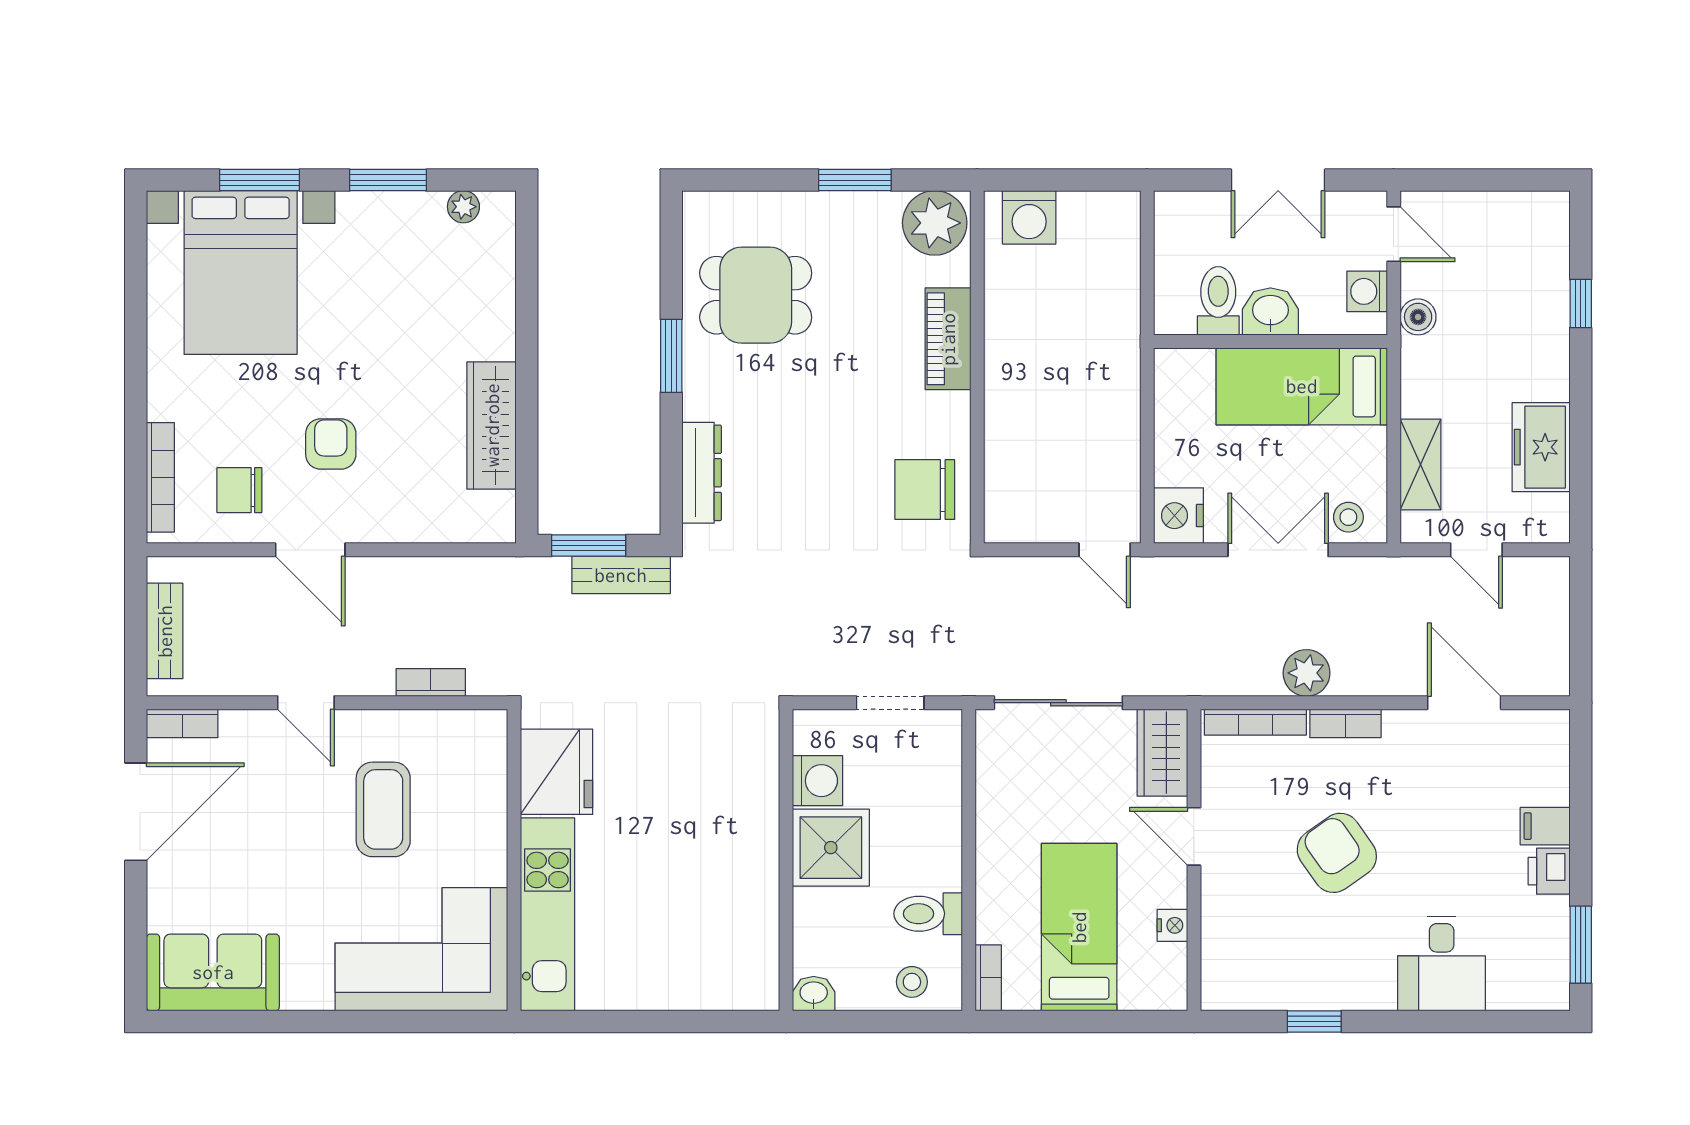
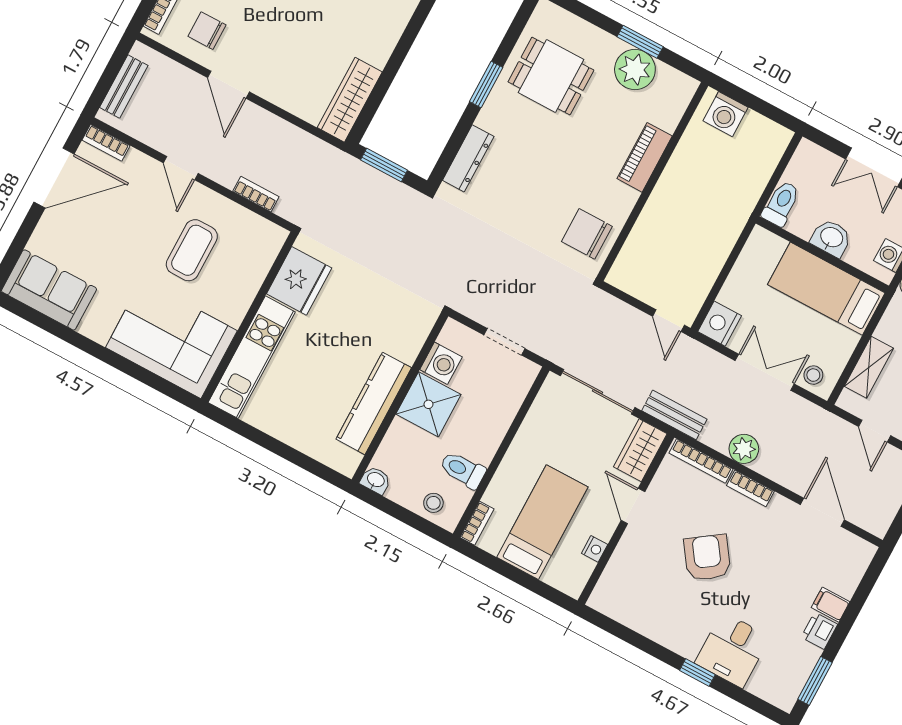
plant: (935, 223) -> (635, 69), moved
toilet: (1218, 301) -> (781, 204), moved
wardrobe: (492, 425) -> (350, 100), moved
armchair: (331, 444) -> (271, 32), removed
bench: (621, 575) -> (674, 415), moved
kitchen counter: (753, 888) -> (374, 403), added
window: (1314, 1021) -> (697, 673), moved

